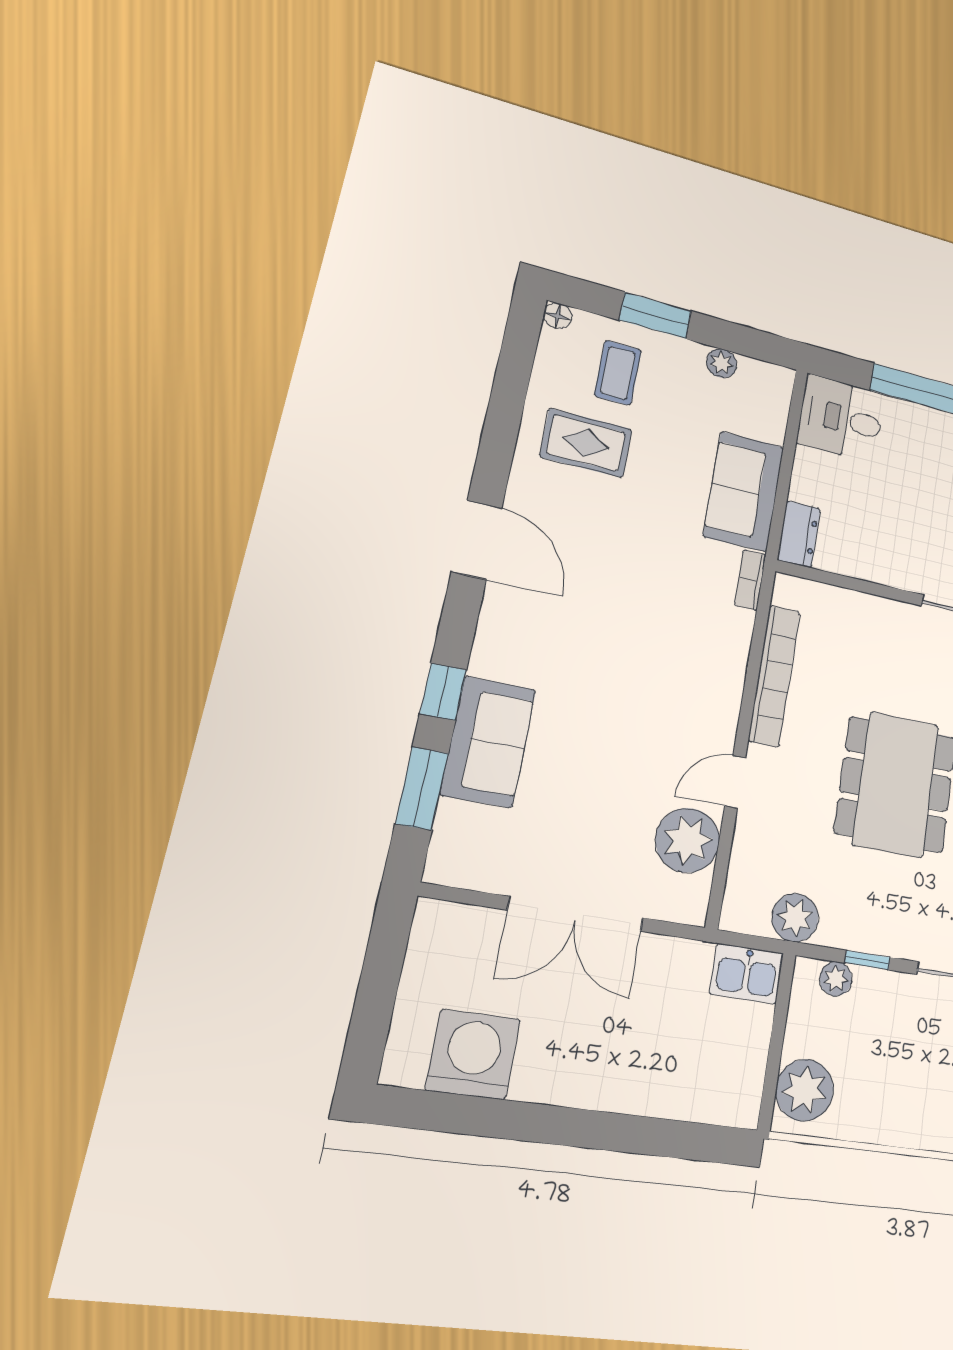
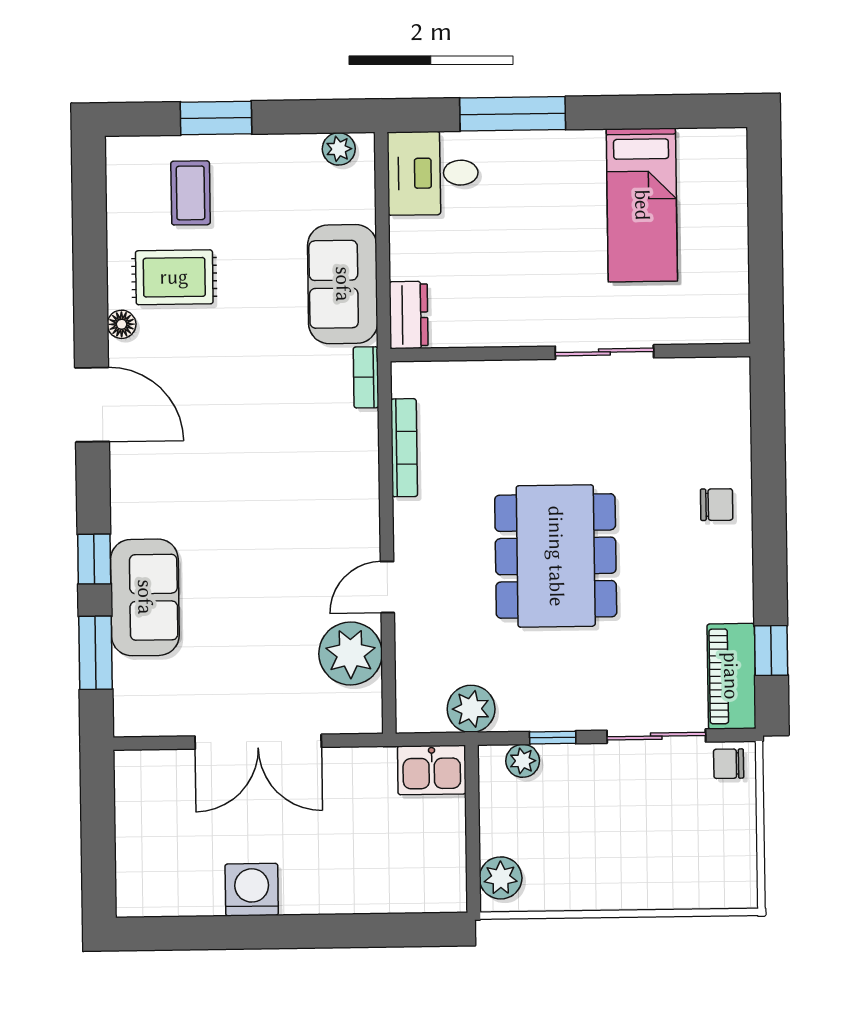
floor lamp: (558, 316) -> (122, 324), moved
plant: (722, 363) -> (339, 149), moved
bookcase: (774, 676) -> (404, 448), width x0.68, depth x0.76
washing machine: (473, 1054) -> (252, 890), moved, width x0.73, depth x0.73
plant: (805, 1090) -> (501, 878), width x0.73, depth x0.73

